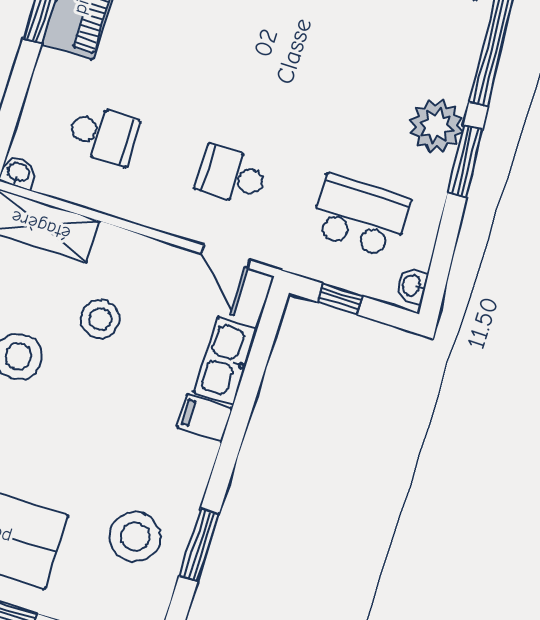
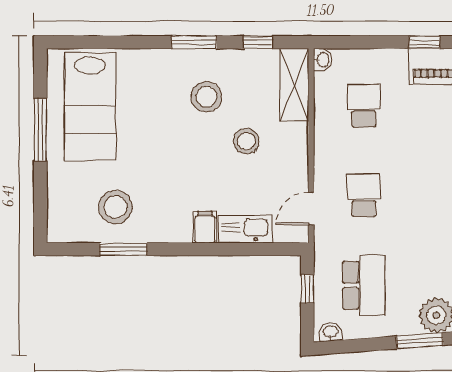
school desk: (103, 135) -> (364, 106), turned 180

